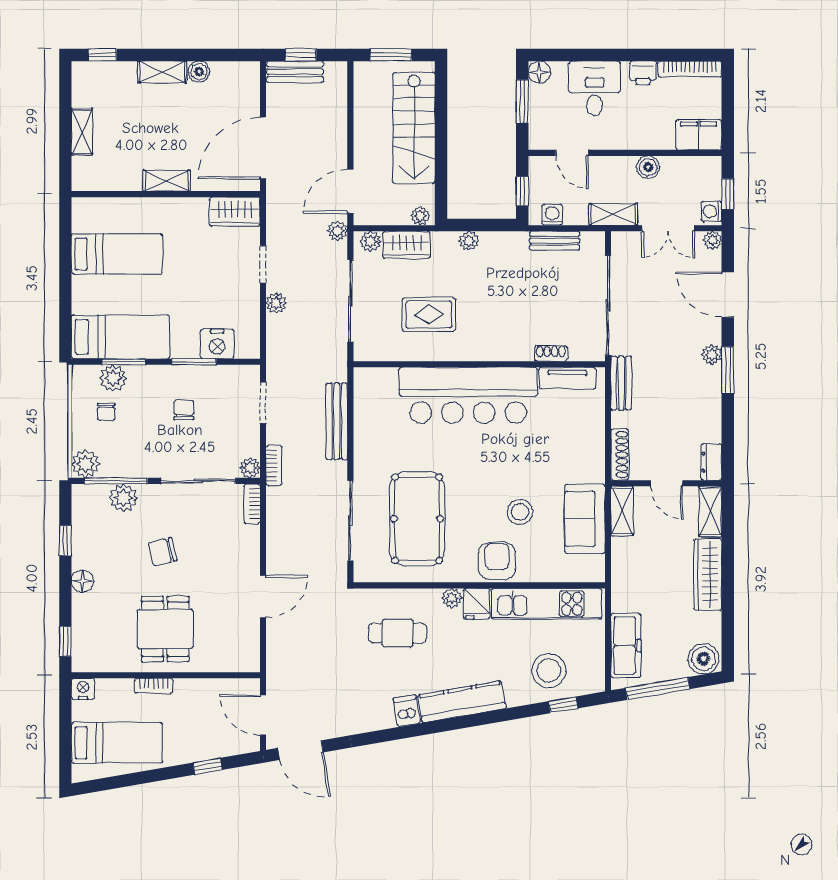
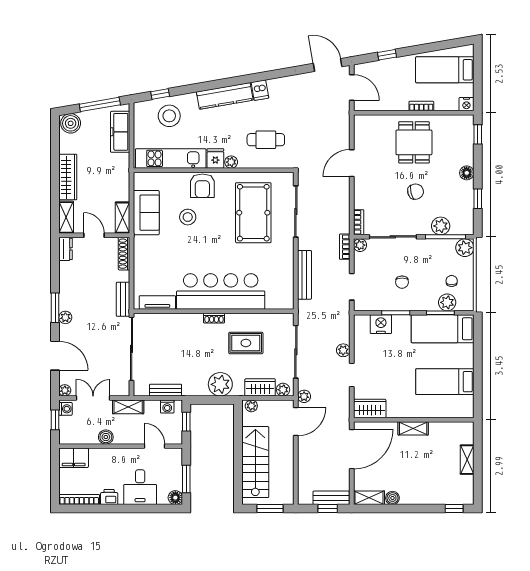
shelving: (162, 72) -> (369, 498), moved
plant: (469, 241) -> (220, 384), width x1.88, depth x1.88
shoe rack: (551, 353) -> (214, 318), moved

